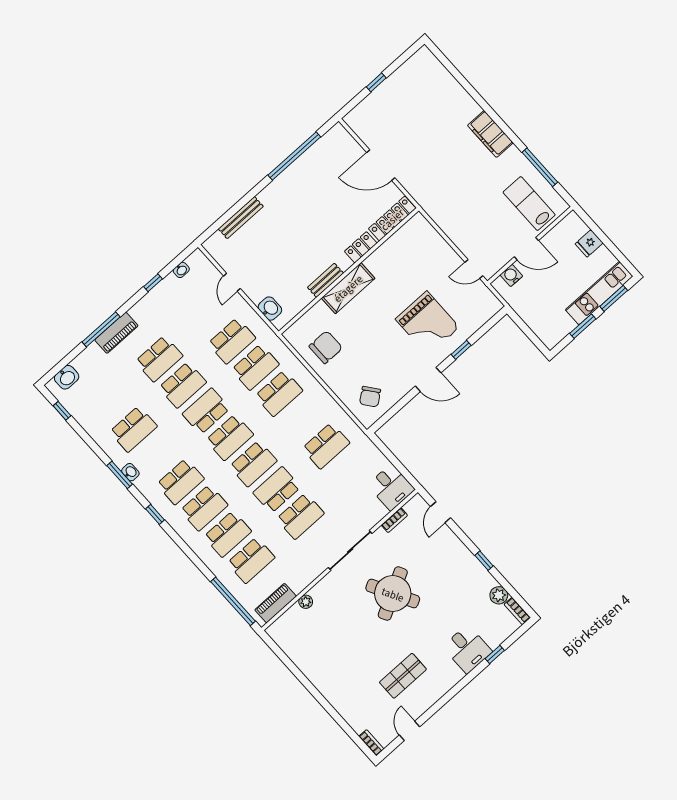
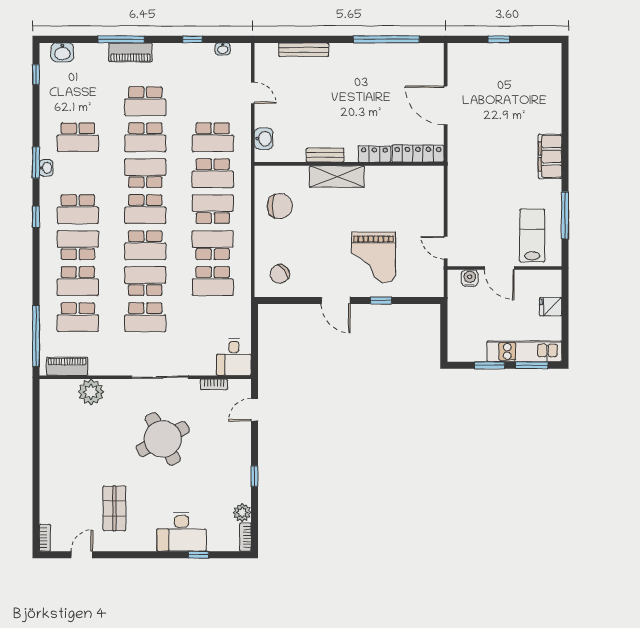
door: (232, 282) -> (253, 93), swing flipped
school desk: (279, 393) -> (213, 209), turned 180
school desk: (302, 420) -> (213, 245), added
school desk: (204, 508) -> (78, 245), turned 180
plant: (306, 602) -> (91, 392), width x1.88, depth x1.88
desk: (467, 649) -> (181, 532), width x1.37
shop shelf: (403, 676) -> (114, 508), turned 90

